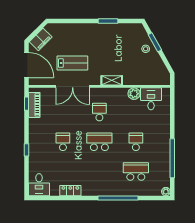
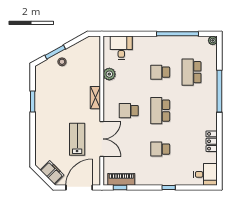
desk: (151, 99) -> (121, 48), moved, turned 90

